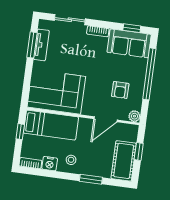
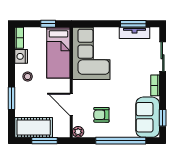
window: (139, 152) -> (45, 141), width x1.50

